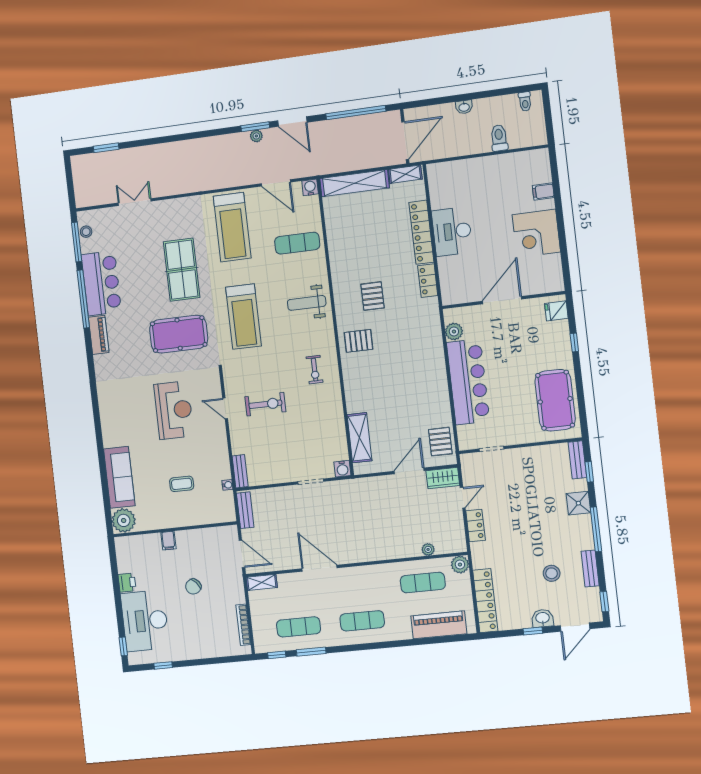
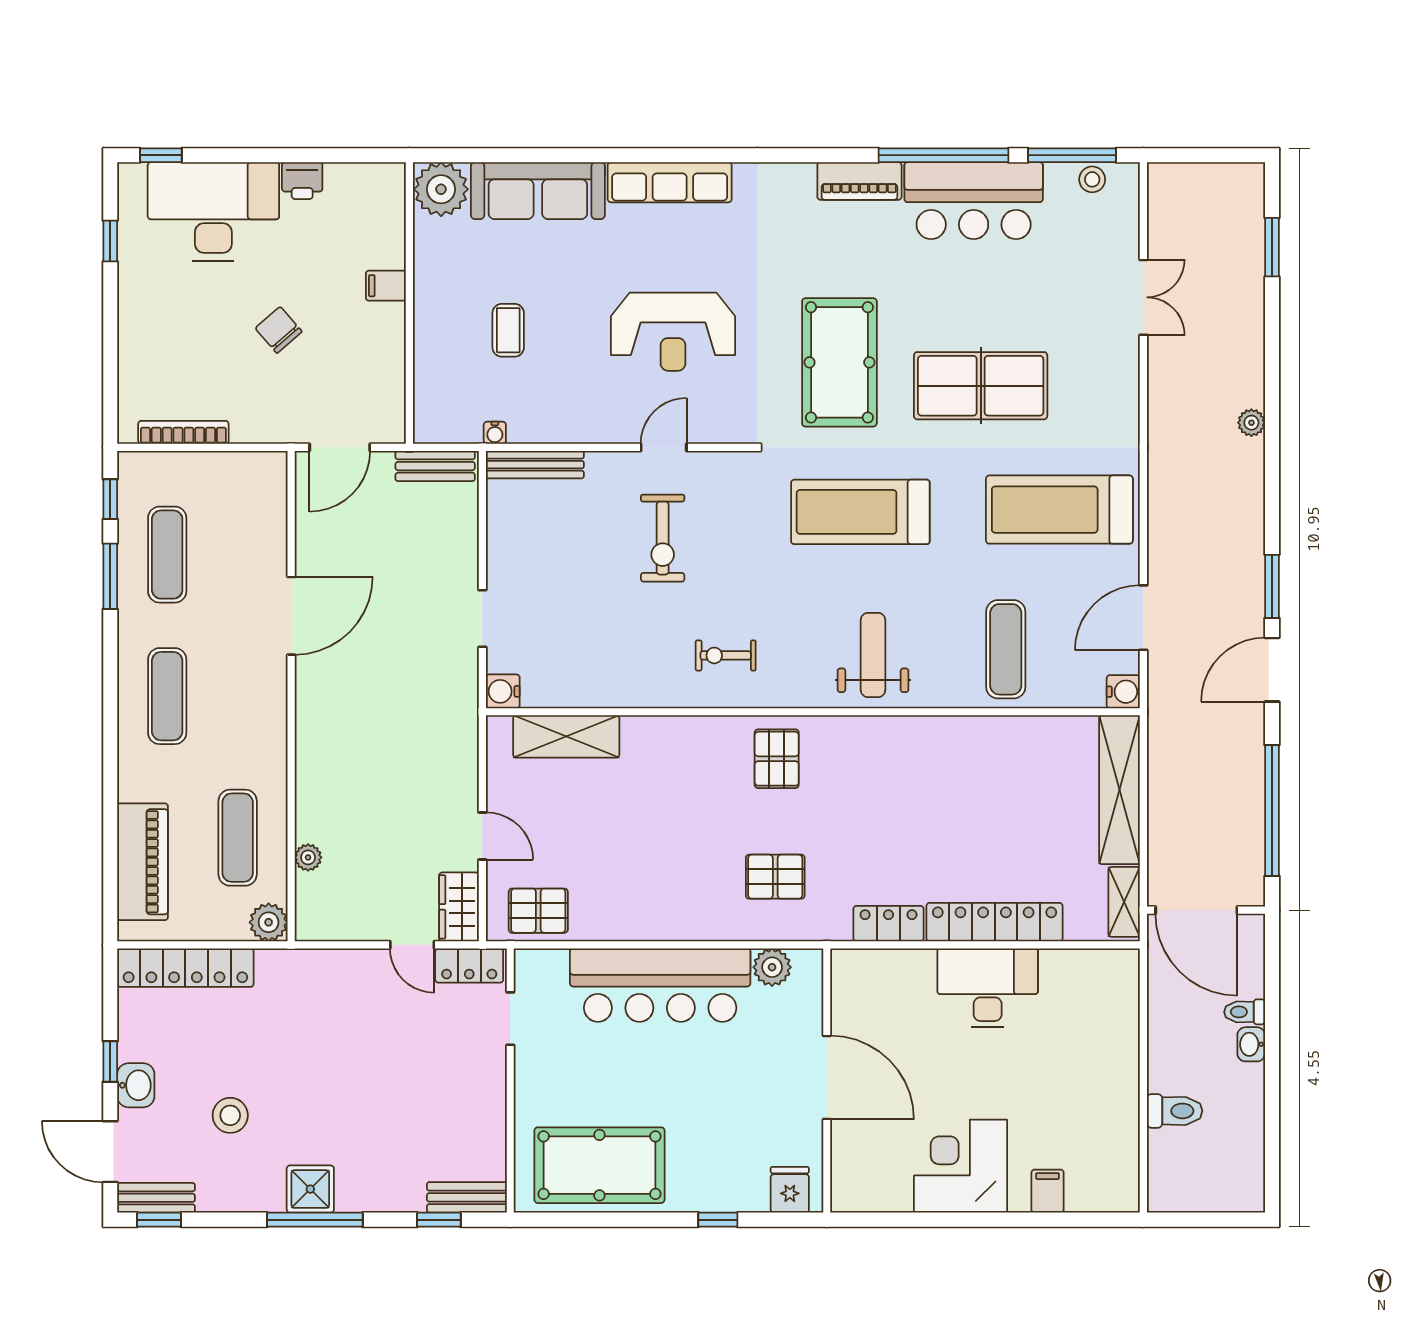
toilet: (525, 101) -> (1245, 1012), moved
plant: (256, 136) -> (1251, 423), moved
pallet: (372, 296) -> (775, 877), moved
row of seats: (109, 419) -> (670, 182), added
bench: (240, 471) -> (535, 465), width x1.36
door: (409, 471) -> (482, 836), width x0.73
shower: (578, 503) -> (310, 1189), moved
locker: (476, 526) -> (469, 965), moved
bench: (590, 569) -> (156, 1198), moved
shelving: (262, 582) -> (273, 484), removed

